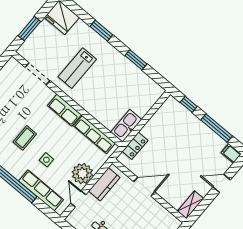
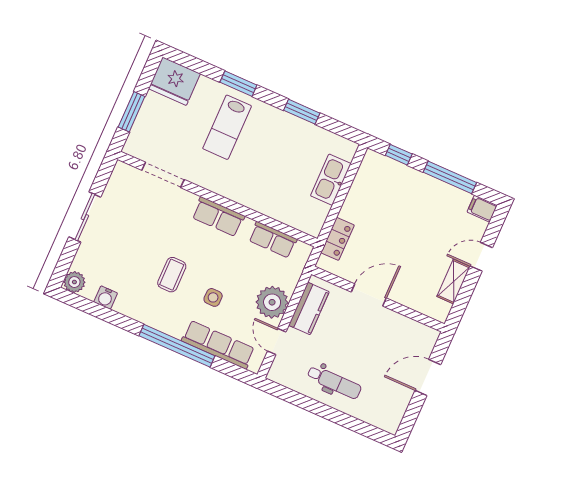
lab bench: (77, 68) -> (227, 127), moved
kitchen sink: (126, 126) -> (331, 180), moved
row of seats: (94, 135) -> (273, 240), width x0.68
shelving: (191, 205) -> (454, 281), moved

